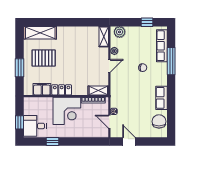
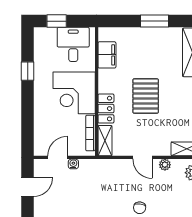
pallet: (44, 58) -> (146, 96), moved
window: (19, 68) -> (155, 21), moved
locker: (62, 90) -> (106, 109), moved
desk: (35, 126) -> (73, 44), moved

